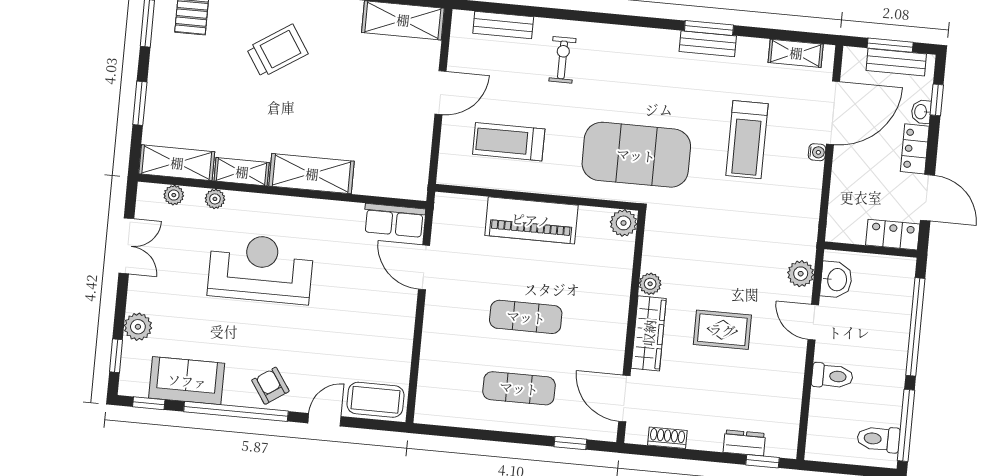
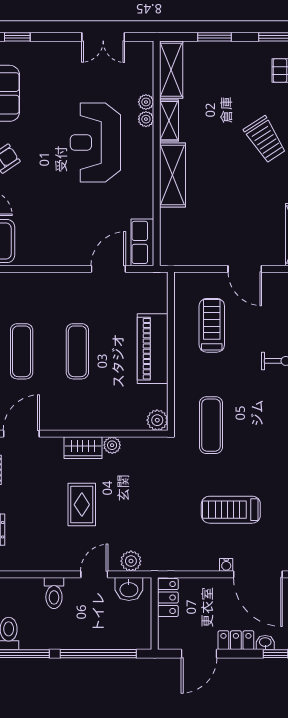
exercise mat: (636, 155) -> (211, 425), width x0.50, depth x0.69
plant: (174, 195) -> (146, 119), moved
locker: (893, 235) -> (168, 598), moved
reception desk: (261, 269) -> (95, 142), turned 180
plant: (138, 327) -> (41, 52), removed
wardrobe: (649, 333) -> (83, 448), width x0.67

